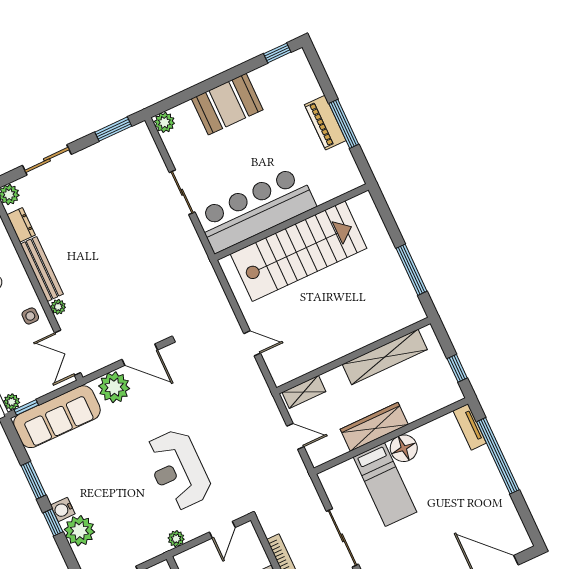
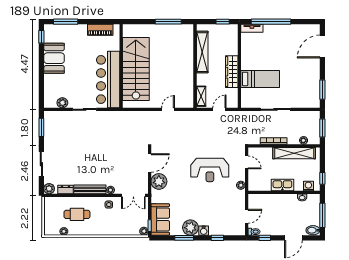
booth: (227, 104) -> (54, 58), moved
plant: (164, 122) -> (62, 103), moved
piano: (325, 123) -> (100, 30), moved
window: (344, 124) -> (66, 22), moved
sofa: (57, 417) -> (160, 219), width x0.73
floor lamp: (404, 448) -> (248, 63), removed
window: (53, 522) -> (217, 238), moved
plant: (79, 531) -> (190, 228), moved

